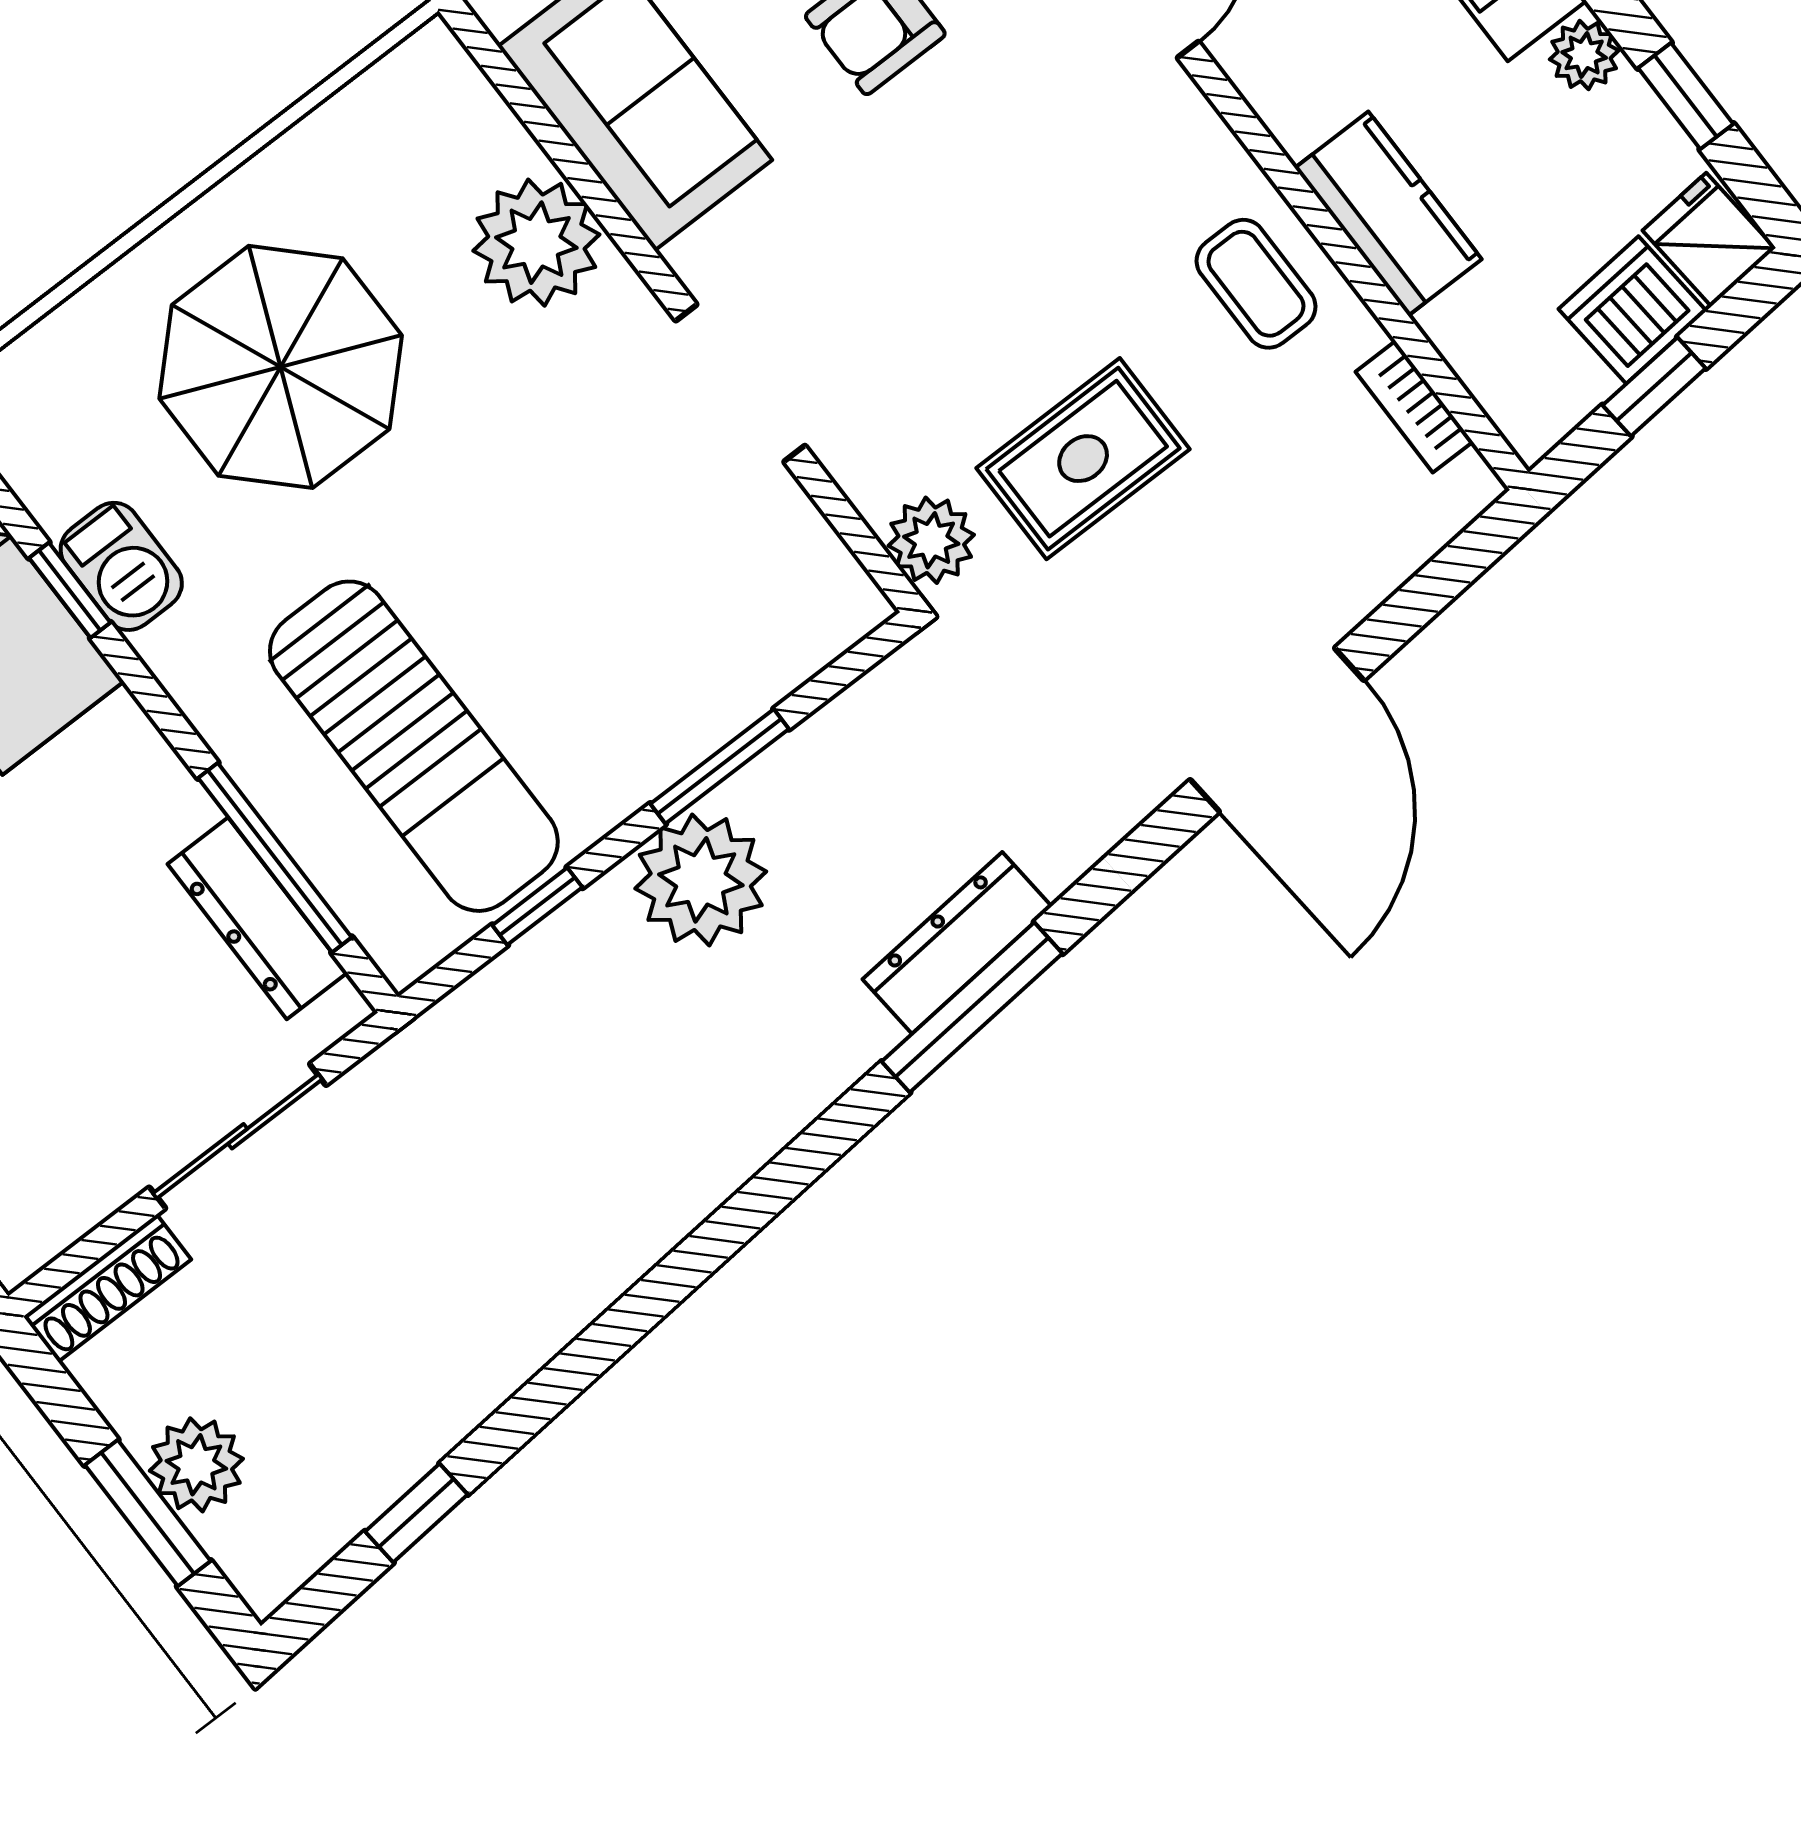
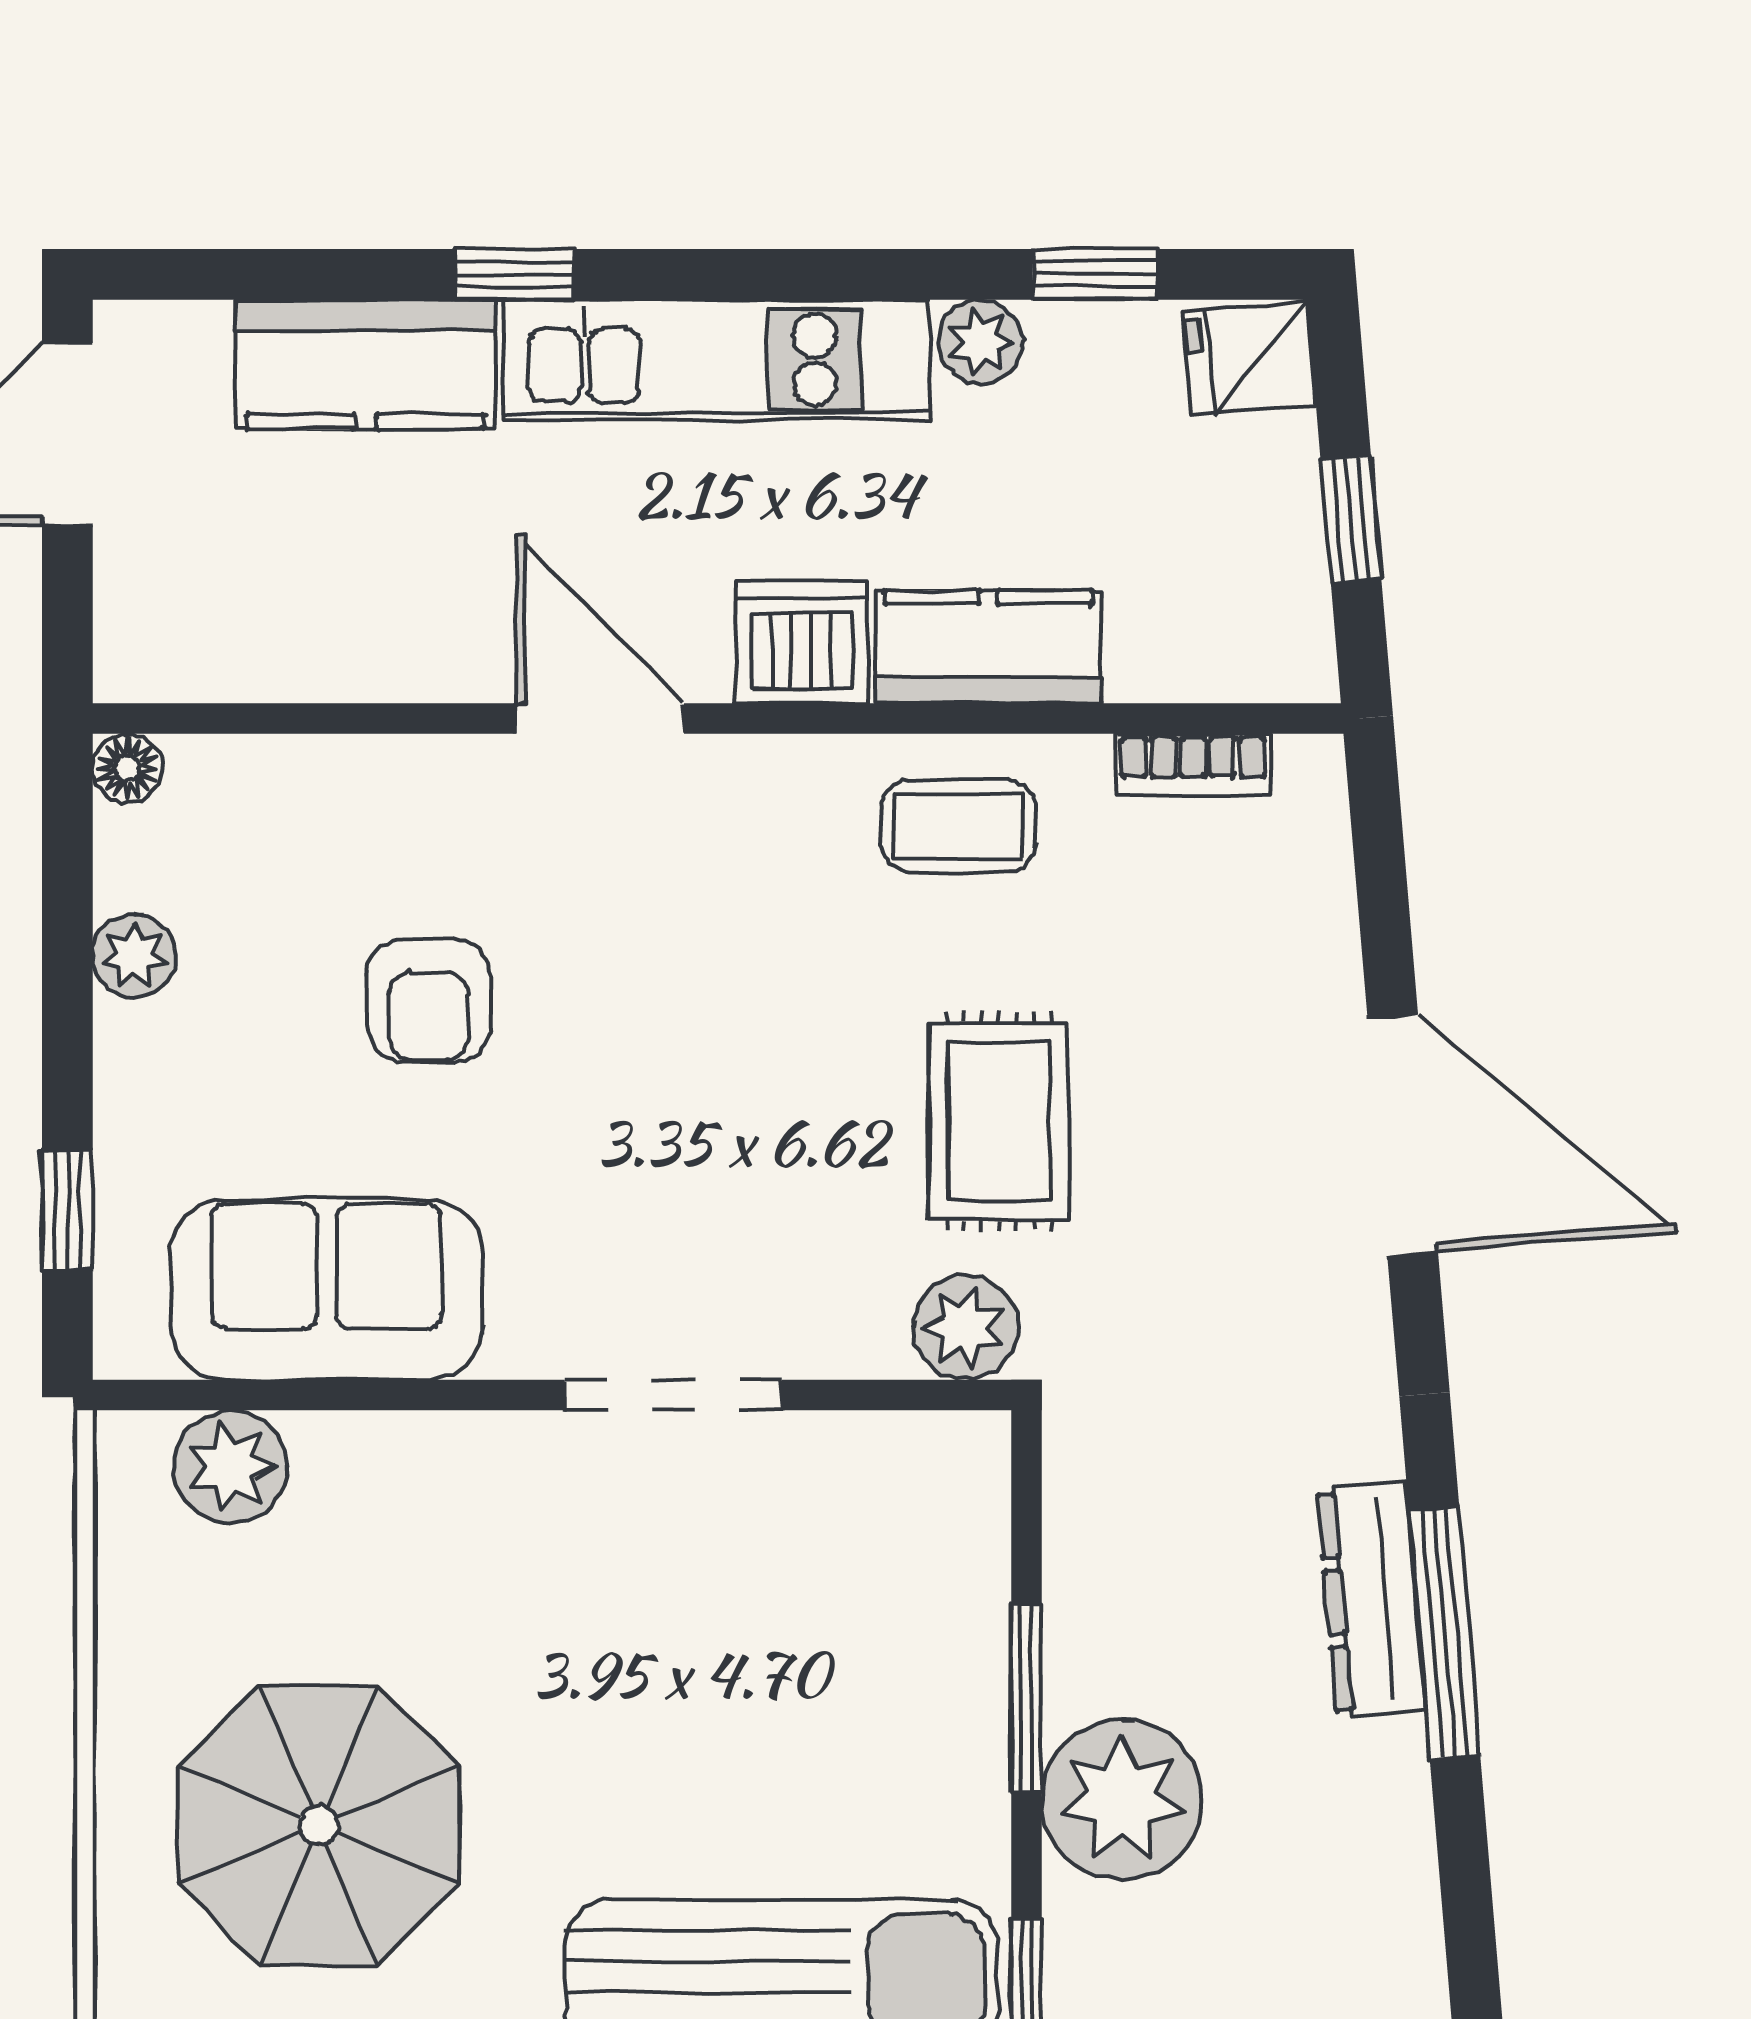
plant: (536, 243) -> (231, 1467), moved, width x0.73, depth x0.73
dishwasher: (1632, 310) -> (802, 642), moved, turned 95

